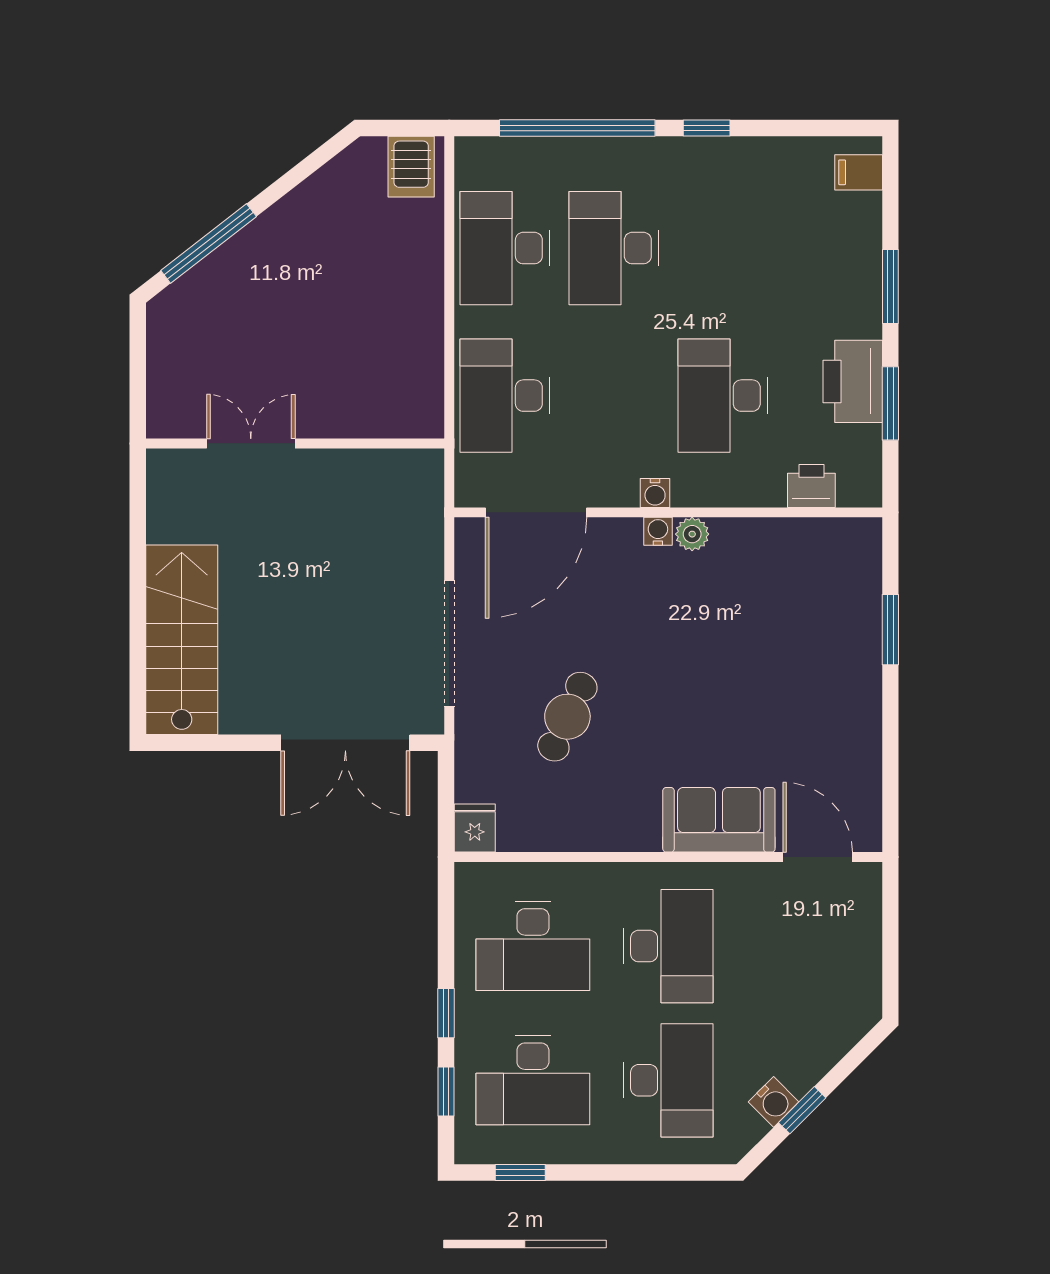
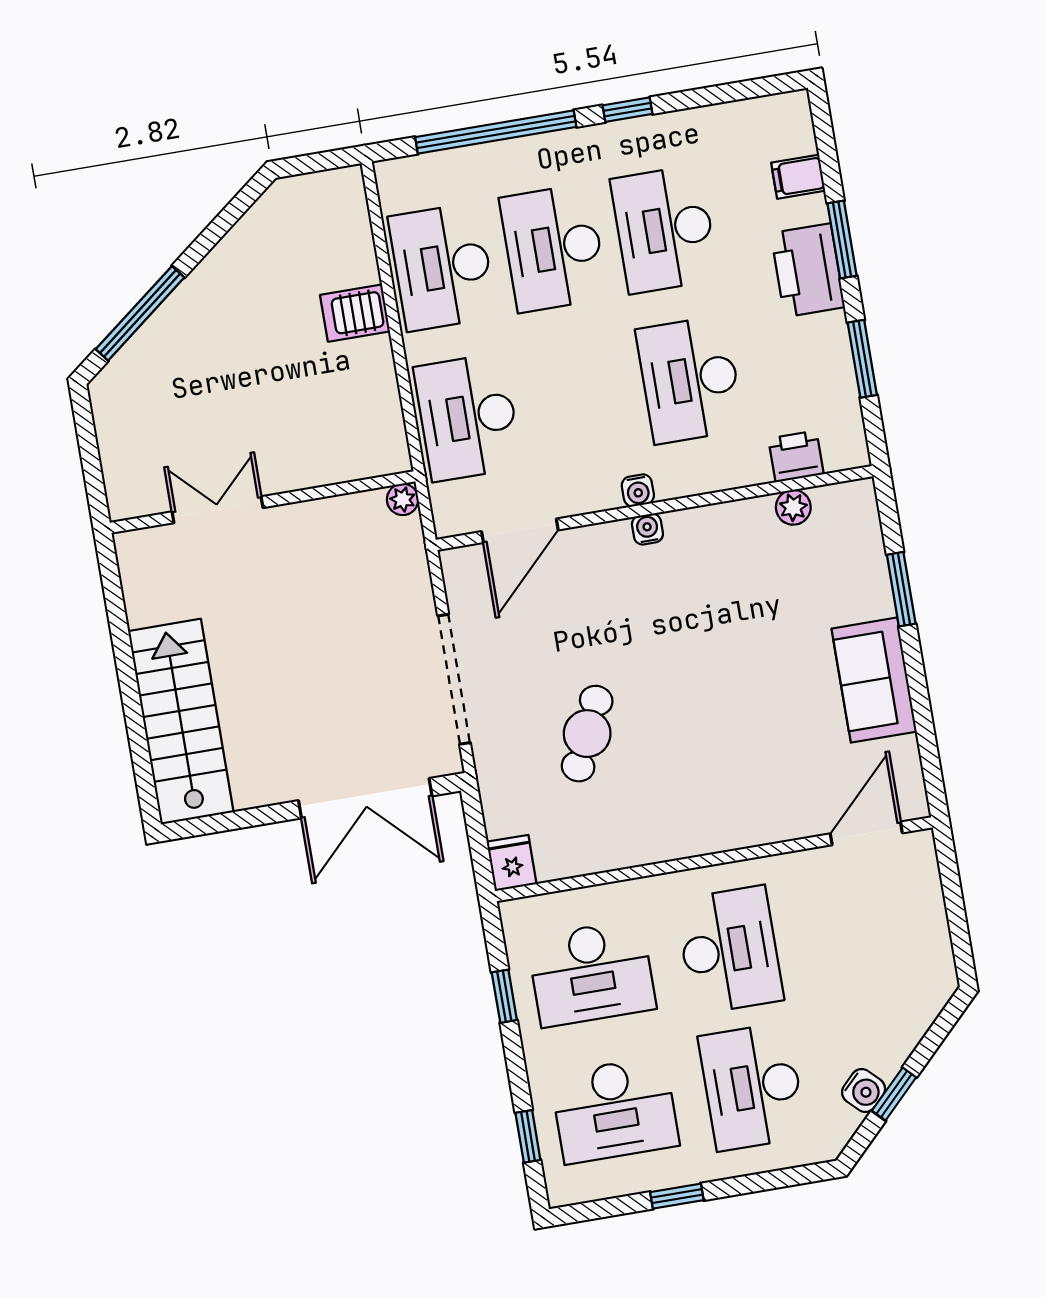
server rack: (411, 167) -> (355, 313), moved, turned 90
filing cabinet: (859, 172) -> (798, 177), moved
desk: (723, 248) -> (665, 229), added
printer: (853, 381) -> (808, 270), moved
plant: (429, 464) -> (403, 499), added
door: (536, 512) -> (520, 531), width x0.73
plant: (692, 534) -> (793, 507), moved
sofa: (719, 820) -> (874, 680), moved, turned -90
door: (818, 857) -> (866, 833), hinge flipped
window: (446, 1013) -> (504, 996), moved
desk: (668, 1080) -> (752, 1087), turned 180
window: (520, 1173) -> (677, 1196), moved

